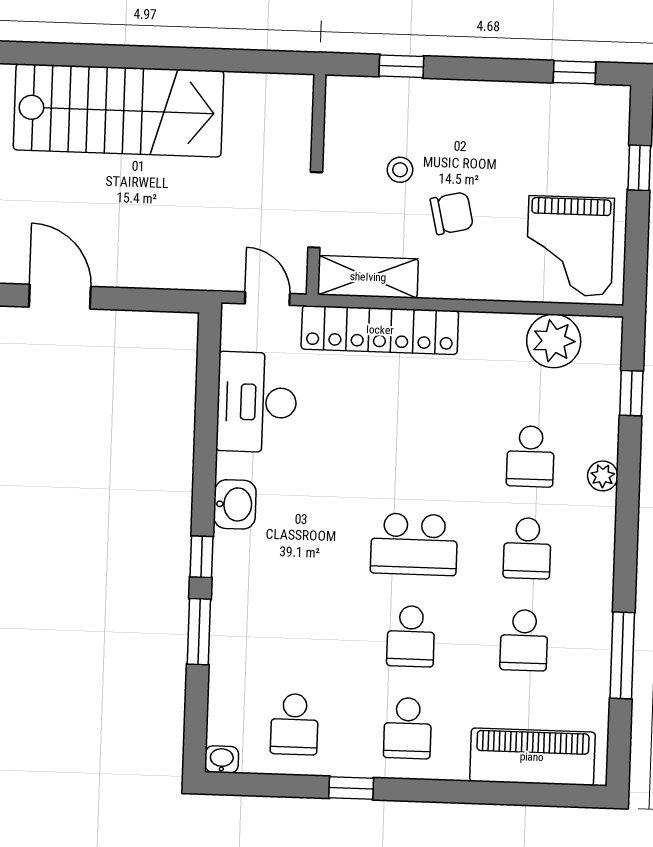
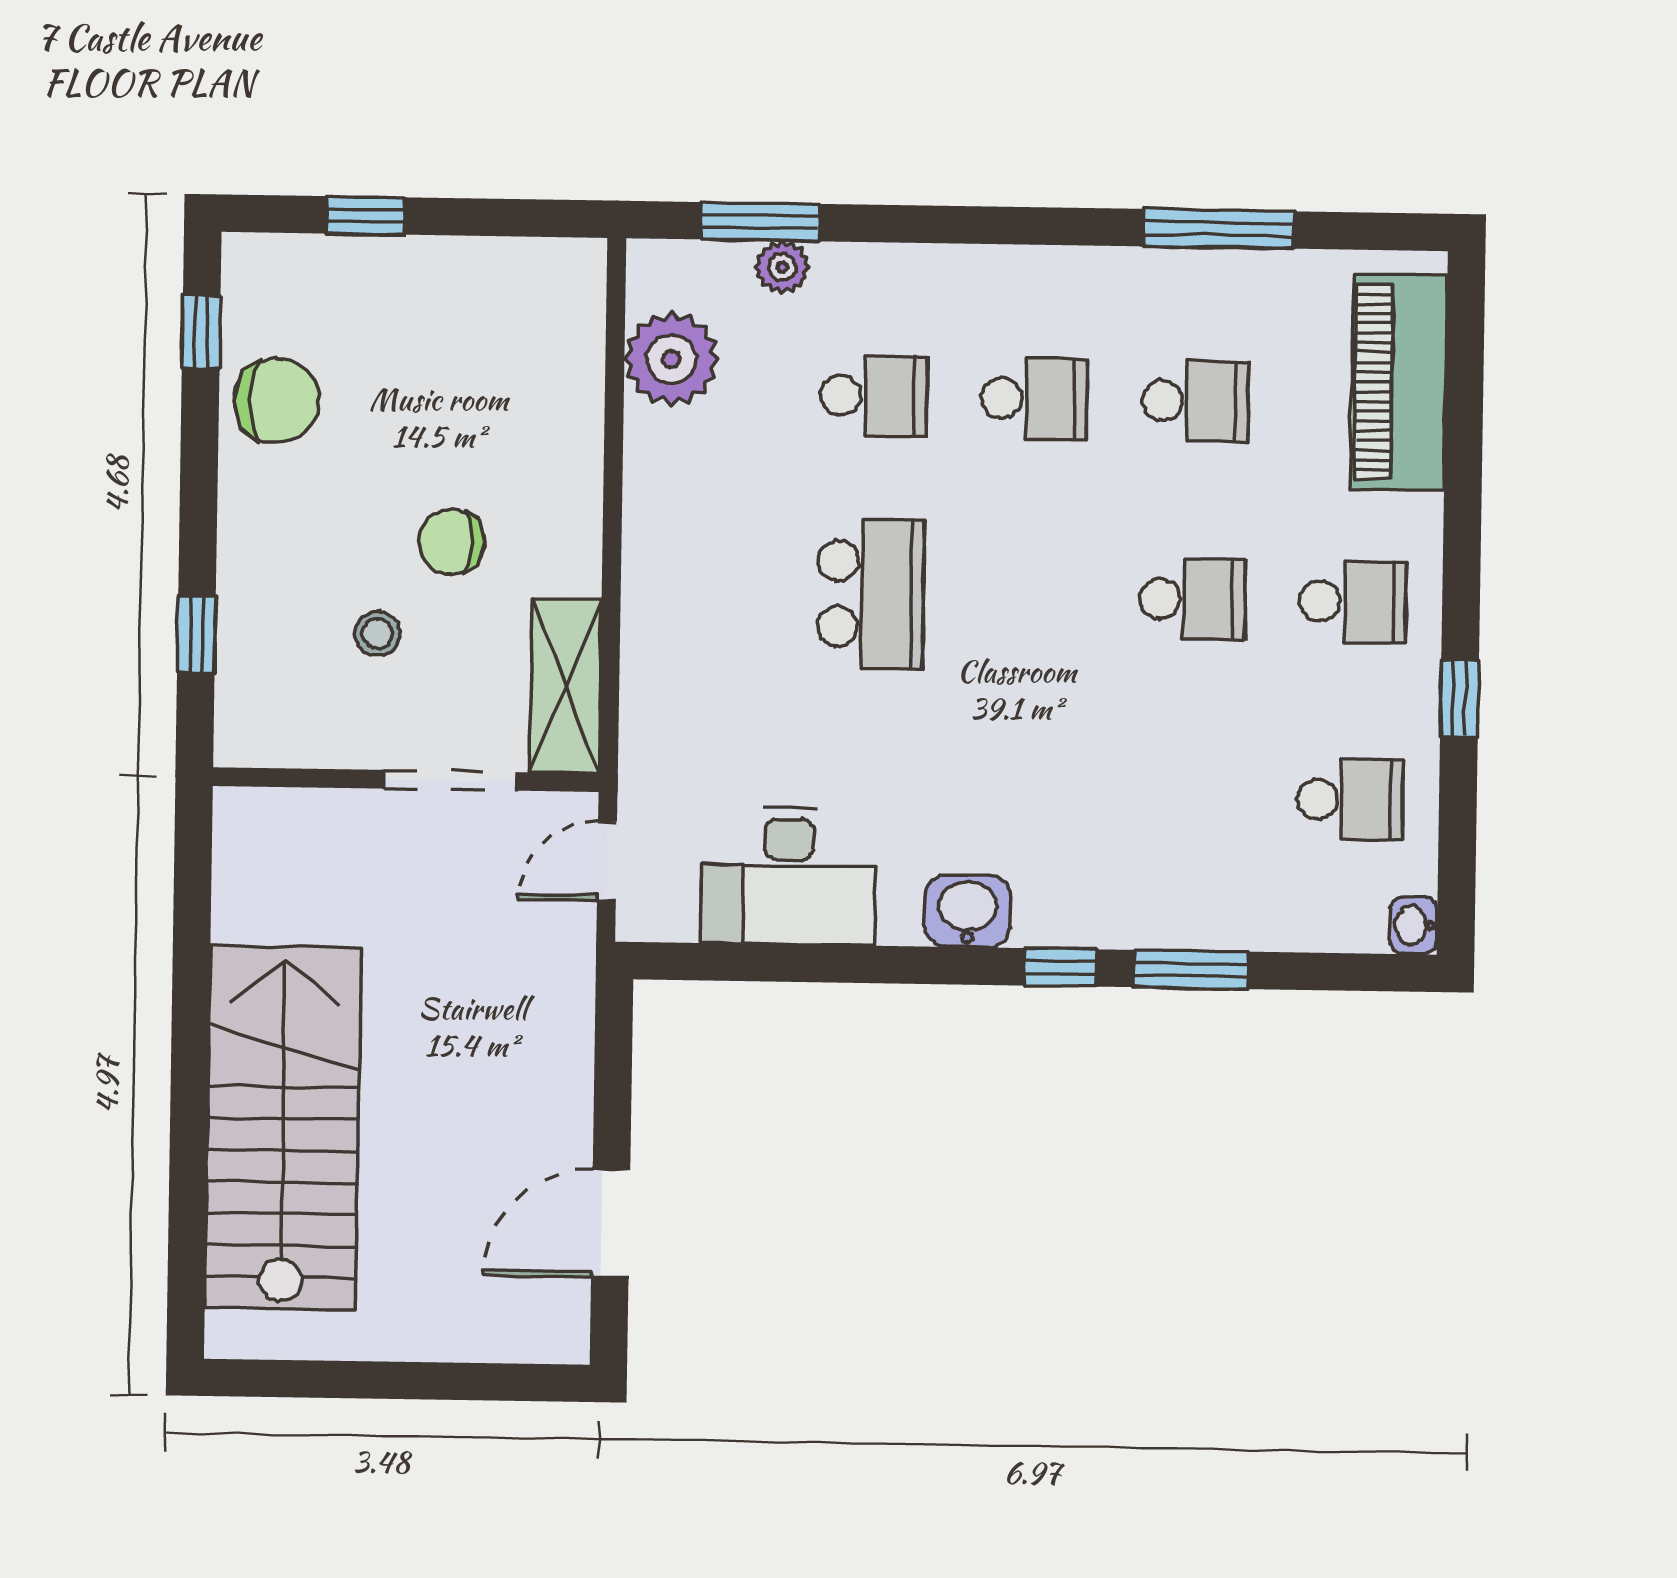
chair: (534, 115) -> (277, 400), added
chair: (452, 213) -> (452, 542), turned -77
grand piano: (570, 246) -> (505, 334), removed
locker: (380, 330) -> (658, 663), removed
window: (631, 393) -> (760, 222), width x1.50
plant: (603, 476) -> (782, 267), moved
school desk: (414, 544) -> (871, 594), moved

